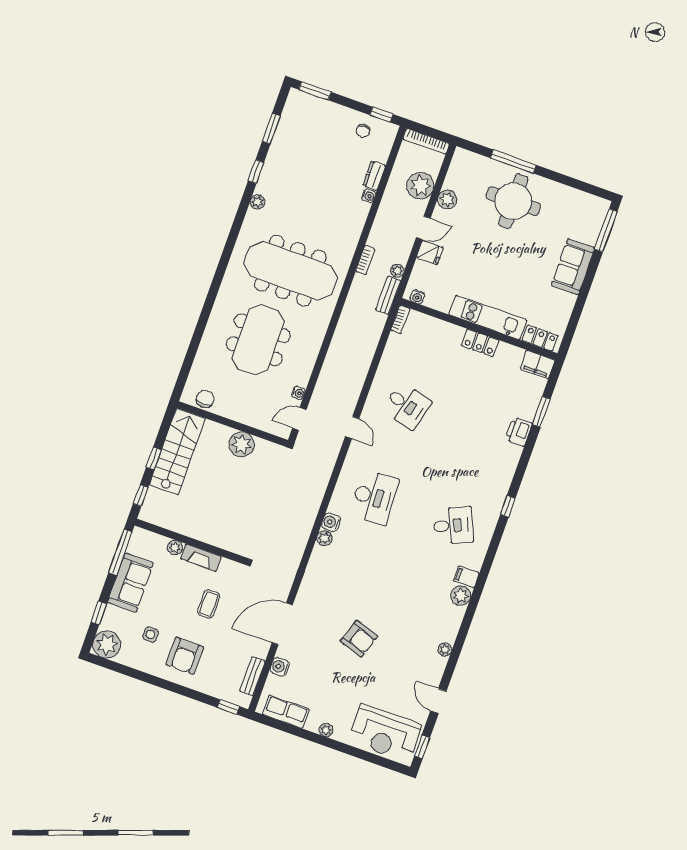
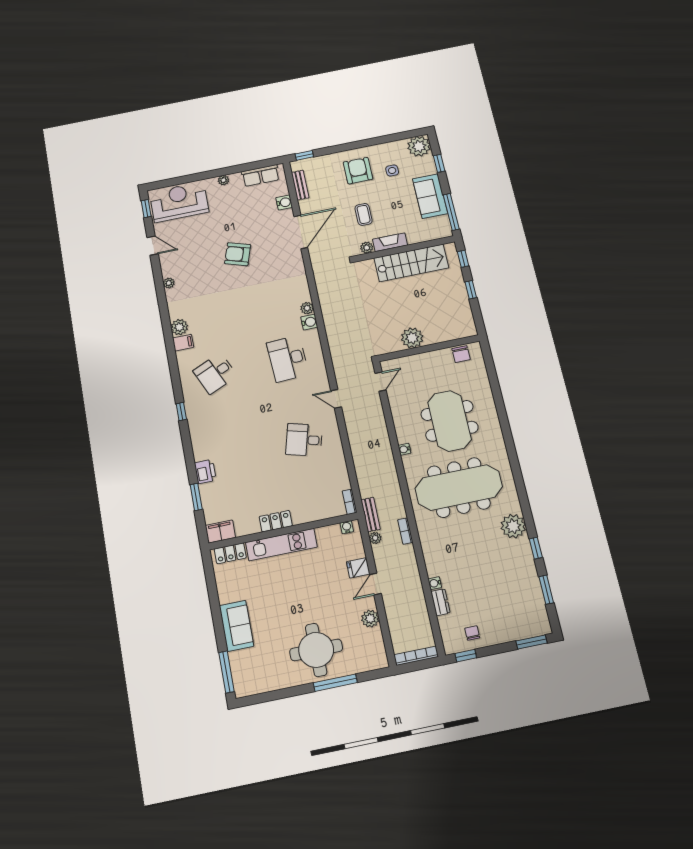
plant: (420, 186) -> (399, 617), removed
plant: (257, 202) -> (513, 526), width x1.88, depth x1.88
water cooler: (298, 393) -> (404, 449), moved
stairs: (177, 451) -> (411, 263), moved, turned -90
plant: (175, 548) -> (367, 248), moved

